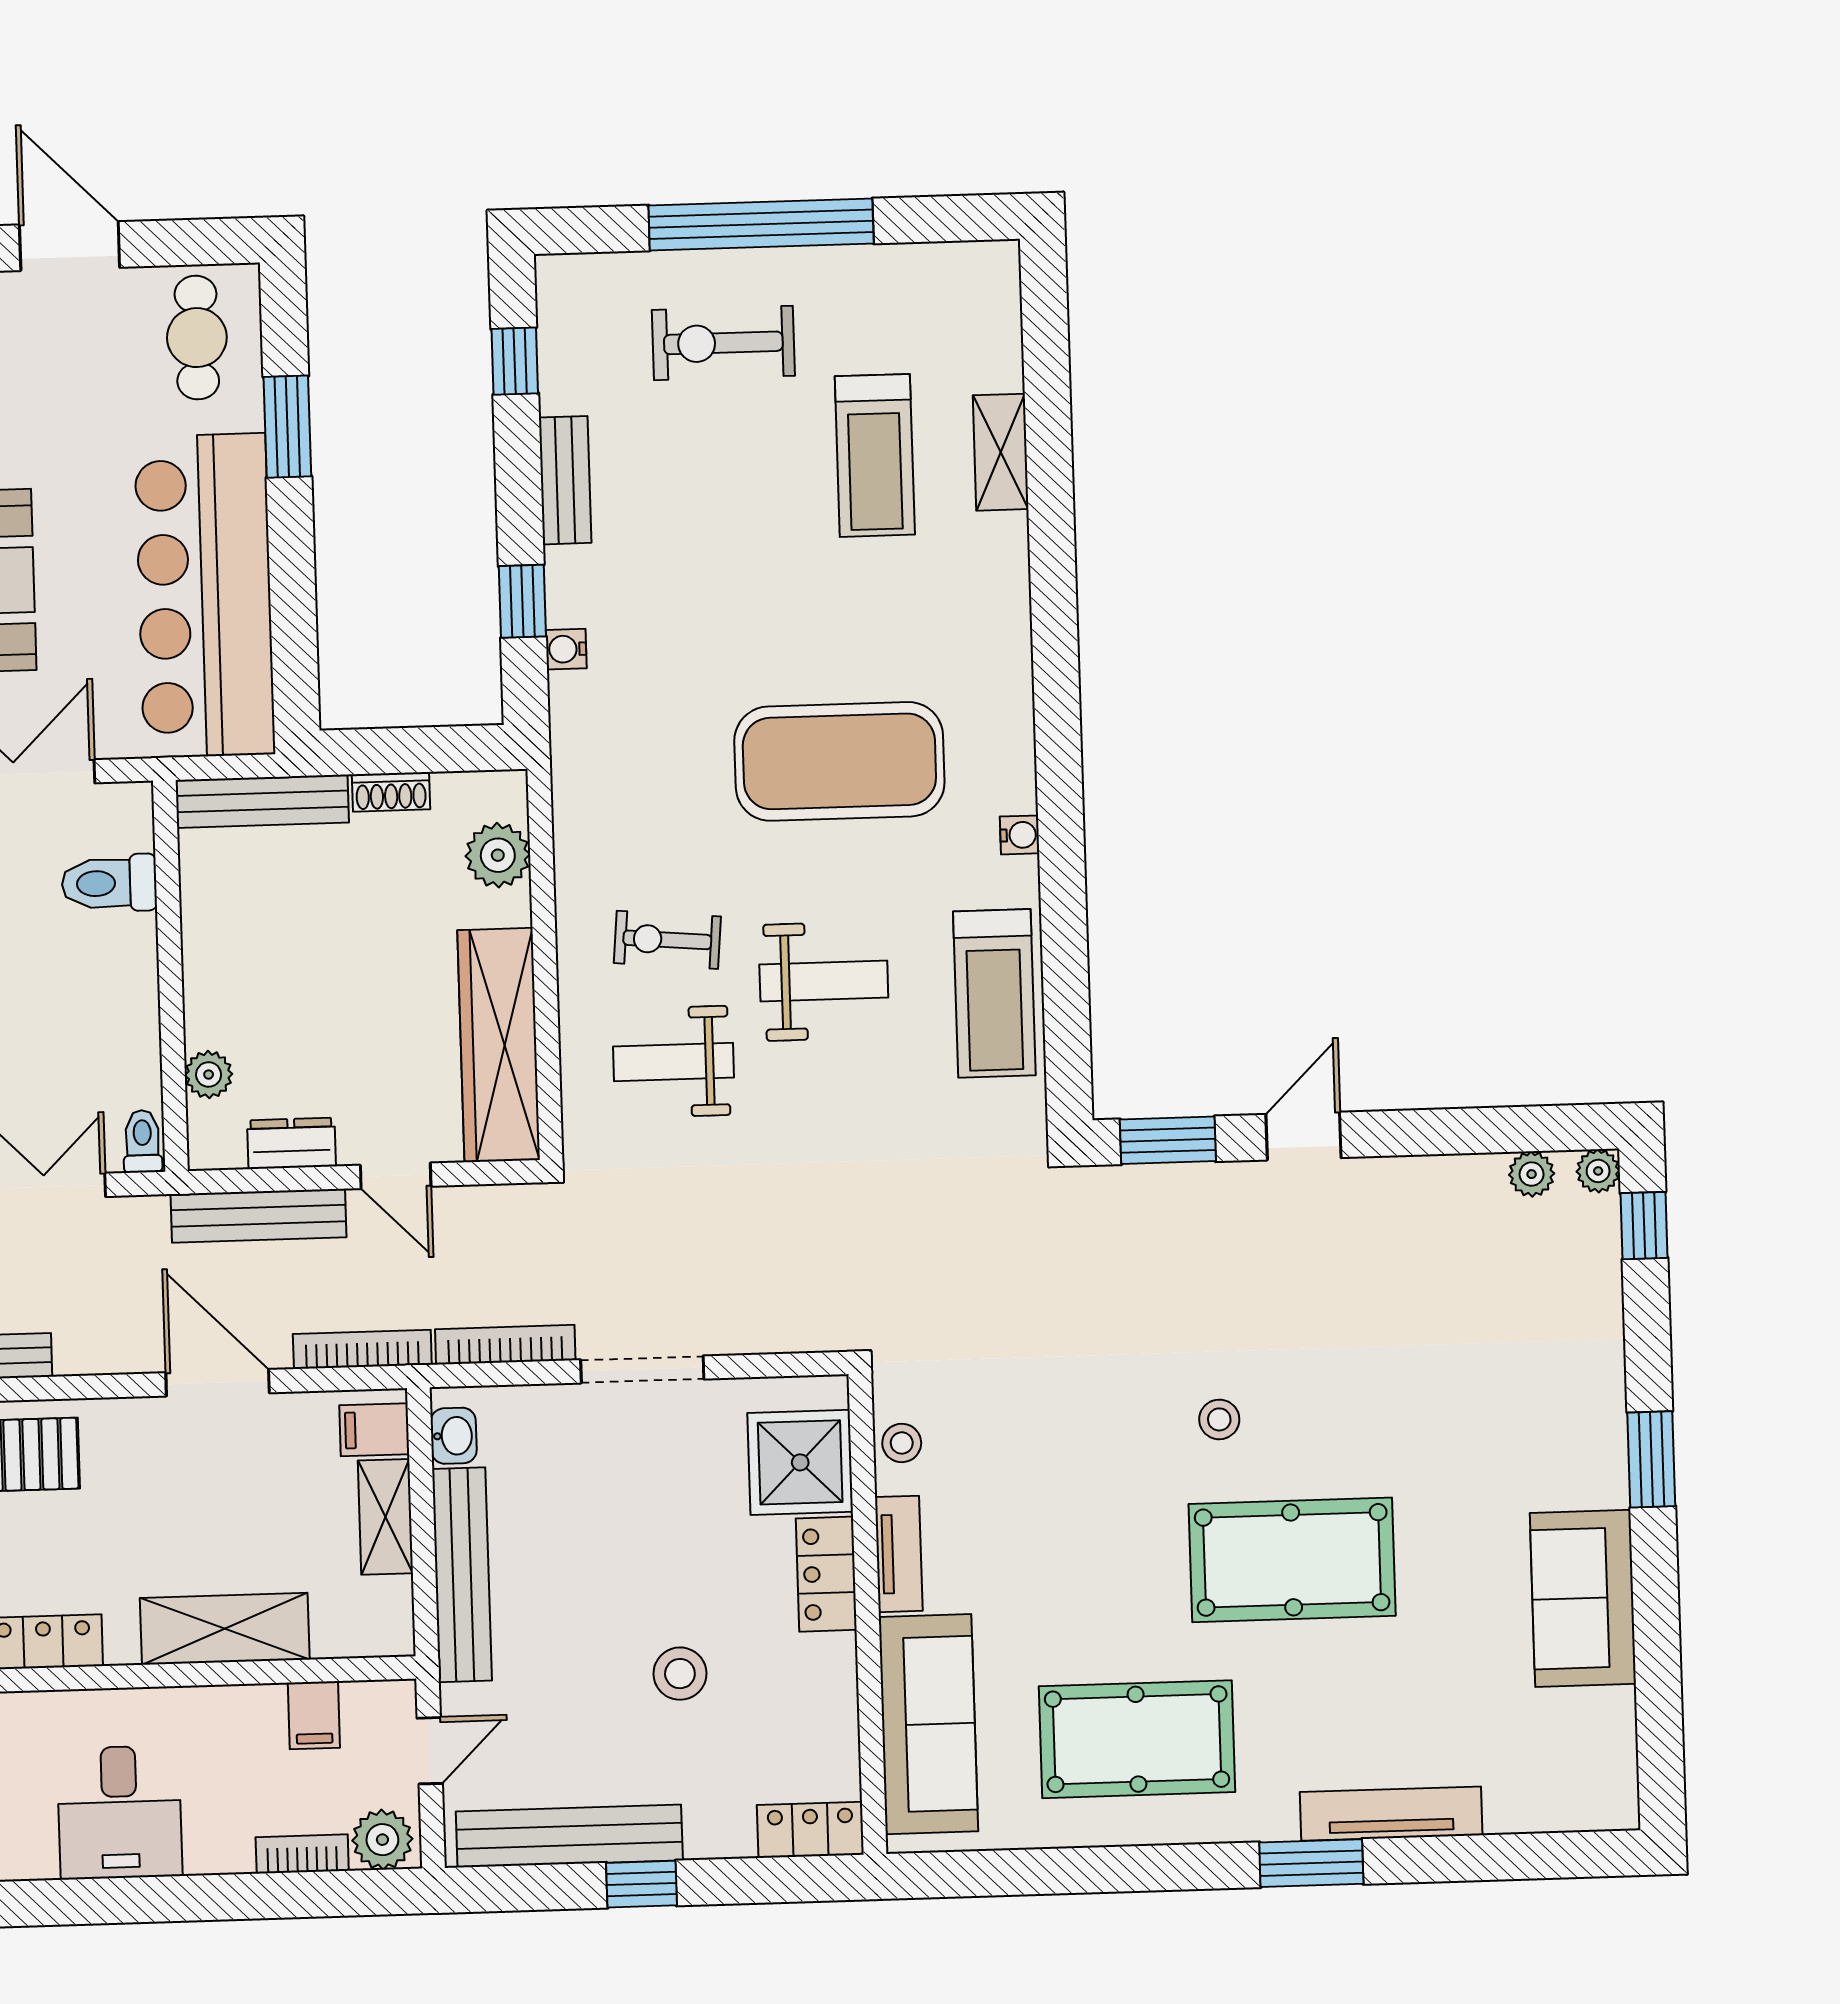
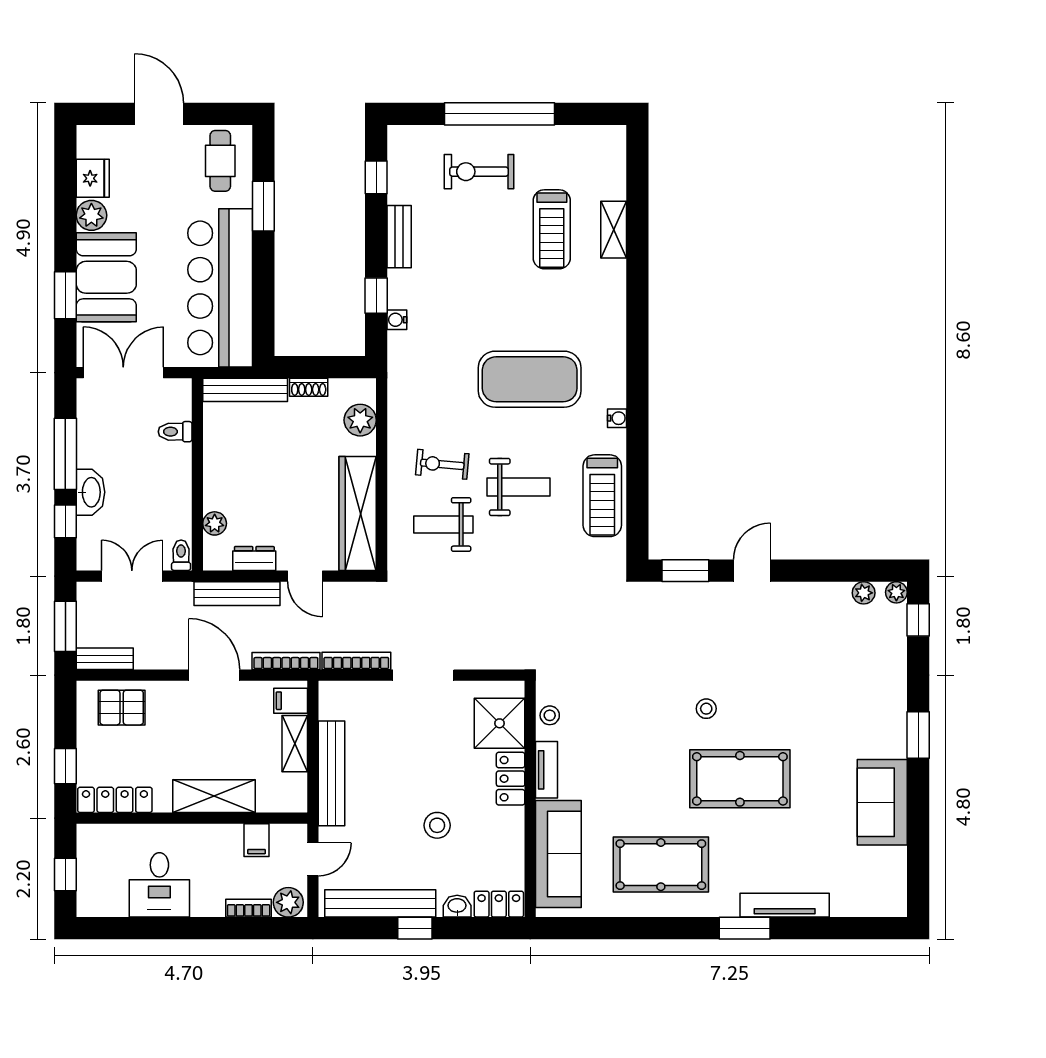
toilet: (109, 883) -> (175, 432), width x0.73, depth x0.72
washbasin: (454, 1436) -> (457, 906), moved, turned -90

